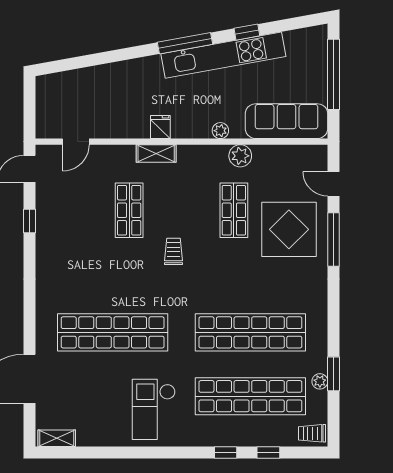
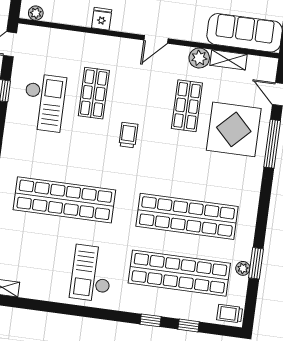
fridge: (160, 127) -> (102, 19), moved
plant: (220, 131) -> (36, 13), moved
door: (76, 142) -> (156, 39), moved
shelving: (156, 153) -> (228, 60), moved
checkout: (75, 228) -> (44, 103), added

